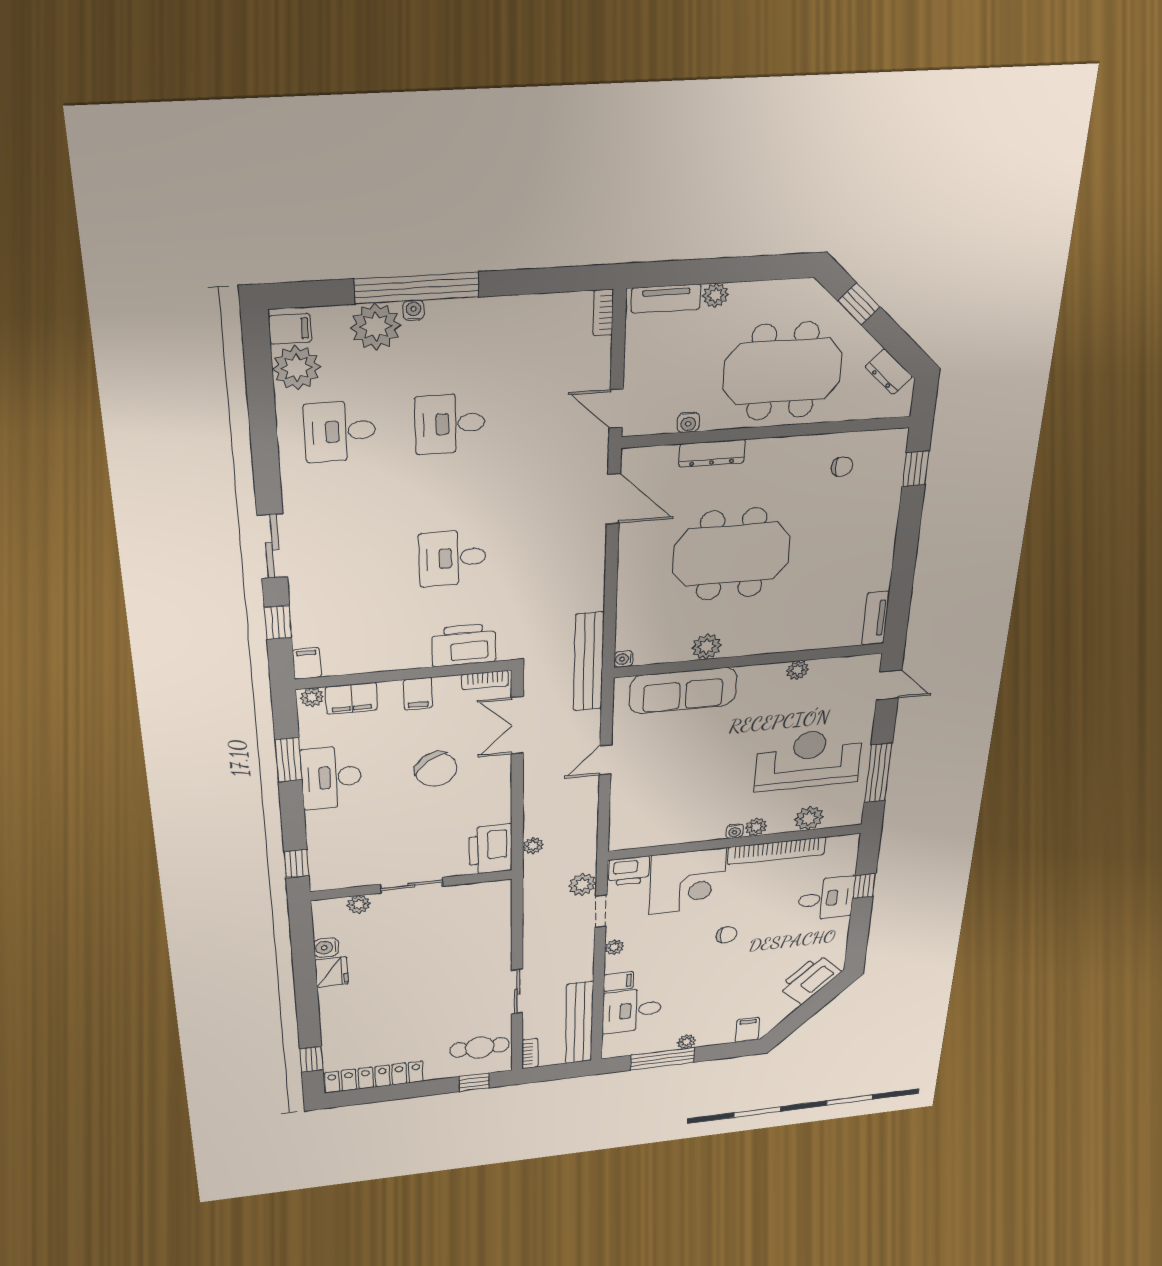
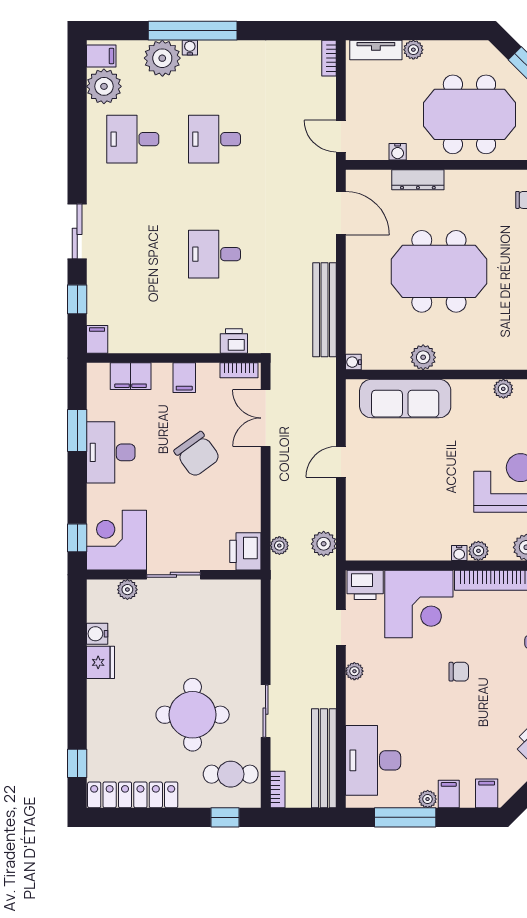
printer: (464, 645) -> (234, 341), width x0.53, depth x0.68
bench: (589, 662) -> (324, 310), moved
plant: (312, 697) -> (99, 372), removed
printer: (491, 849) -> (245, 551), width x0.73, depth x0.84
corner desk: (343, 861) -> (116, 540), added
plant: (582, 885) -> (324, 544), moved
filing cabinet: (618, 981) -> (449, 794), moved, turned -90
round table: (437, 1004) -> (193, 715), added
desk: (632, 1010) -> (373, 760), width x1.37

